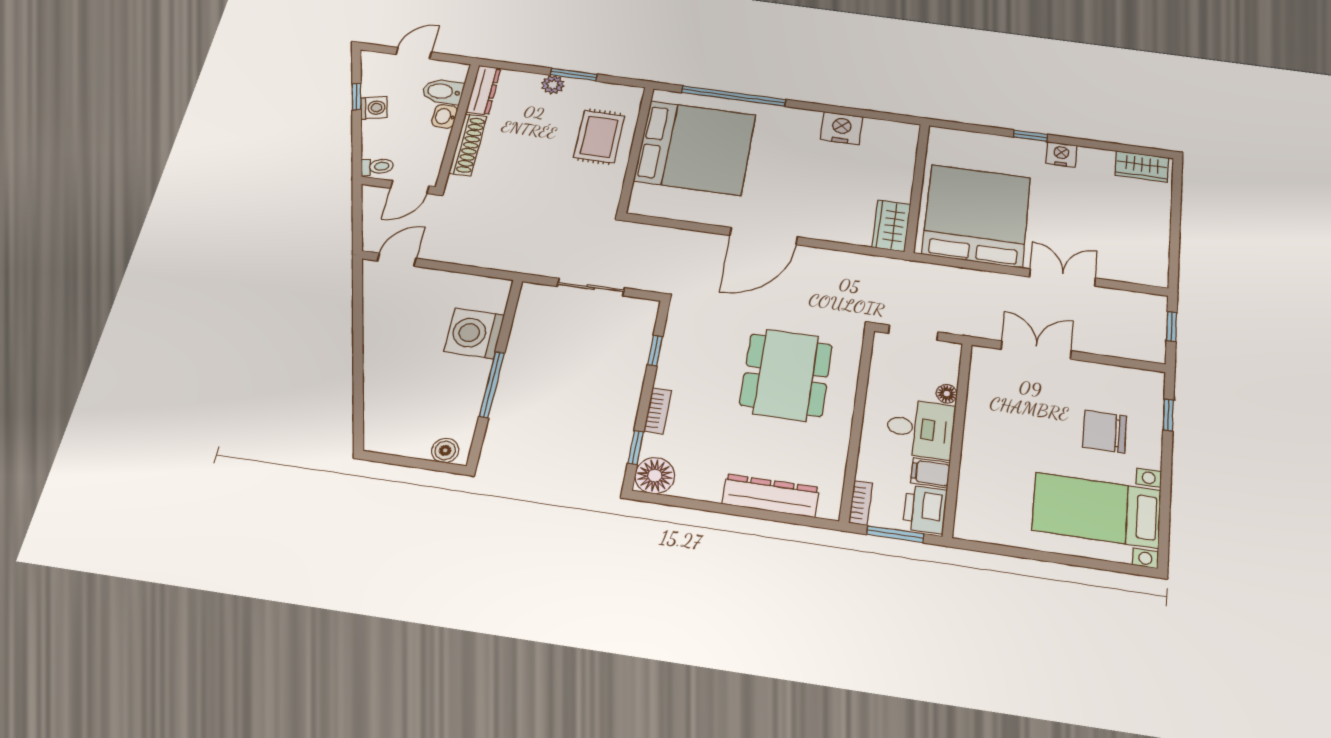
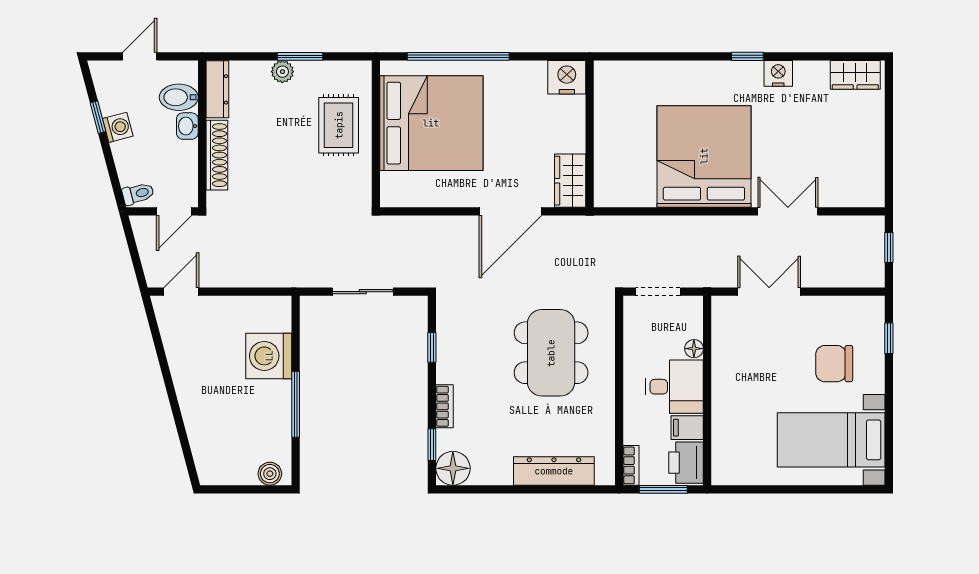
wall: (917, 187) -> (590, 134), moved
wardrobe: (891, 226) -> (570, 181), moved

